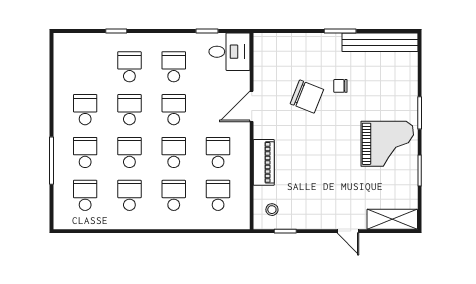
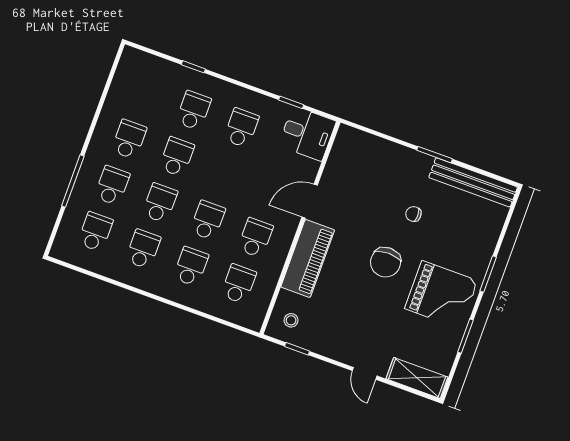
chair: (307, 97) -> (386, 262), moved, turned 68
school desk: (174, 110) -> (224, 174), removed
piano: (264, 162) -> (308, 258), width x1.37, depth x1.33

